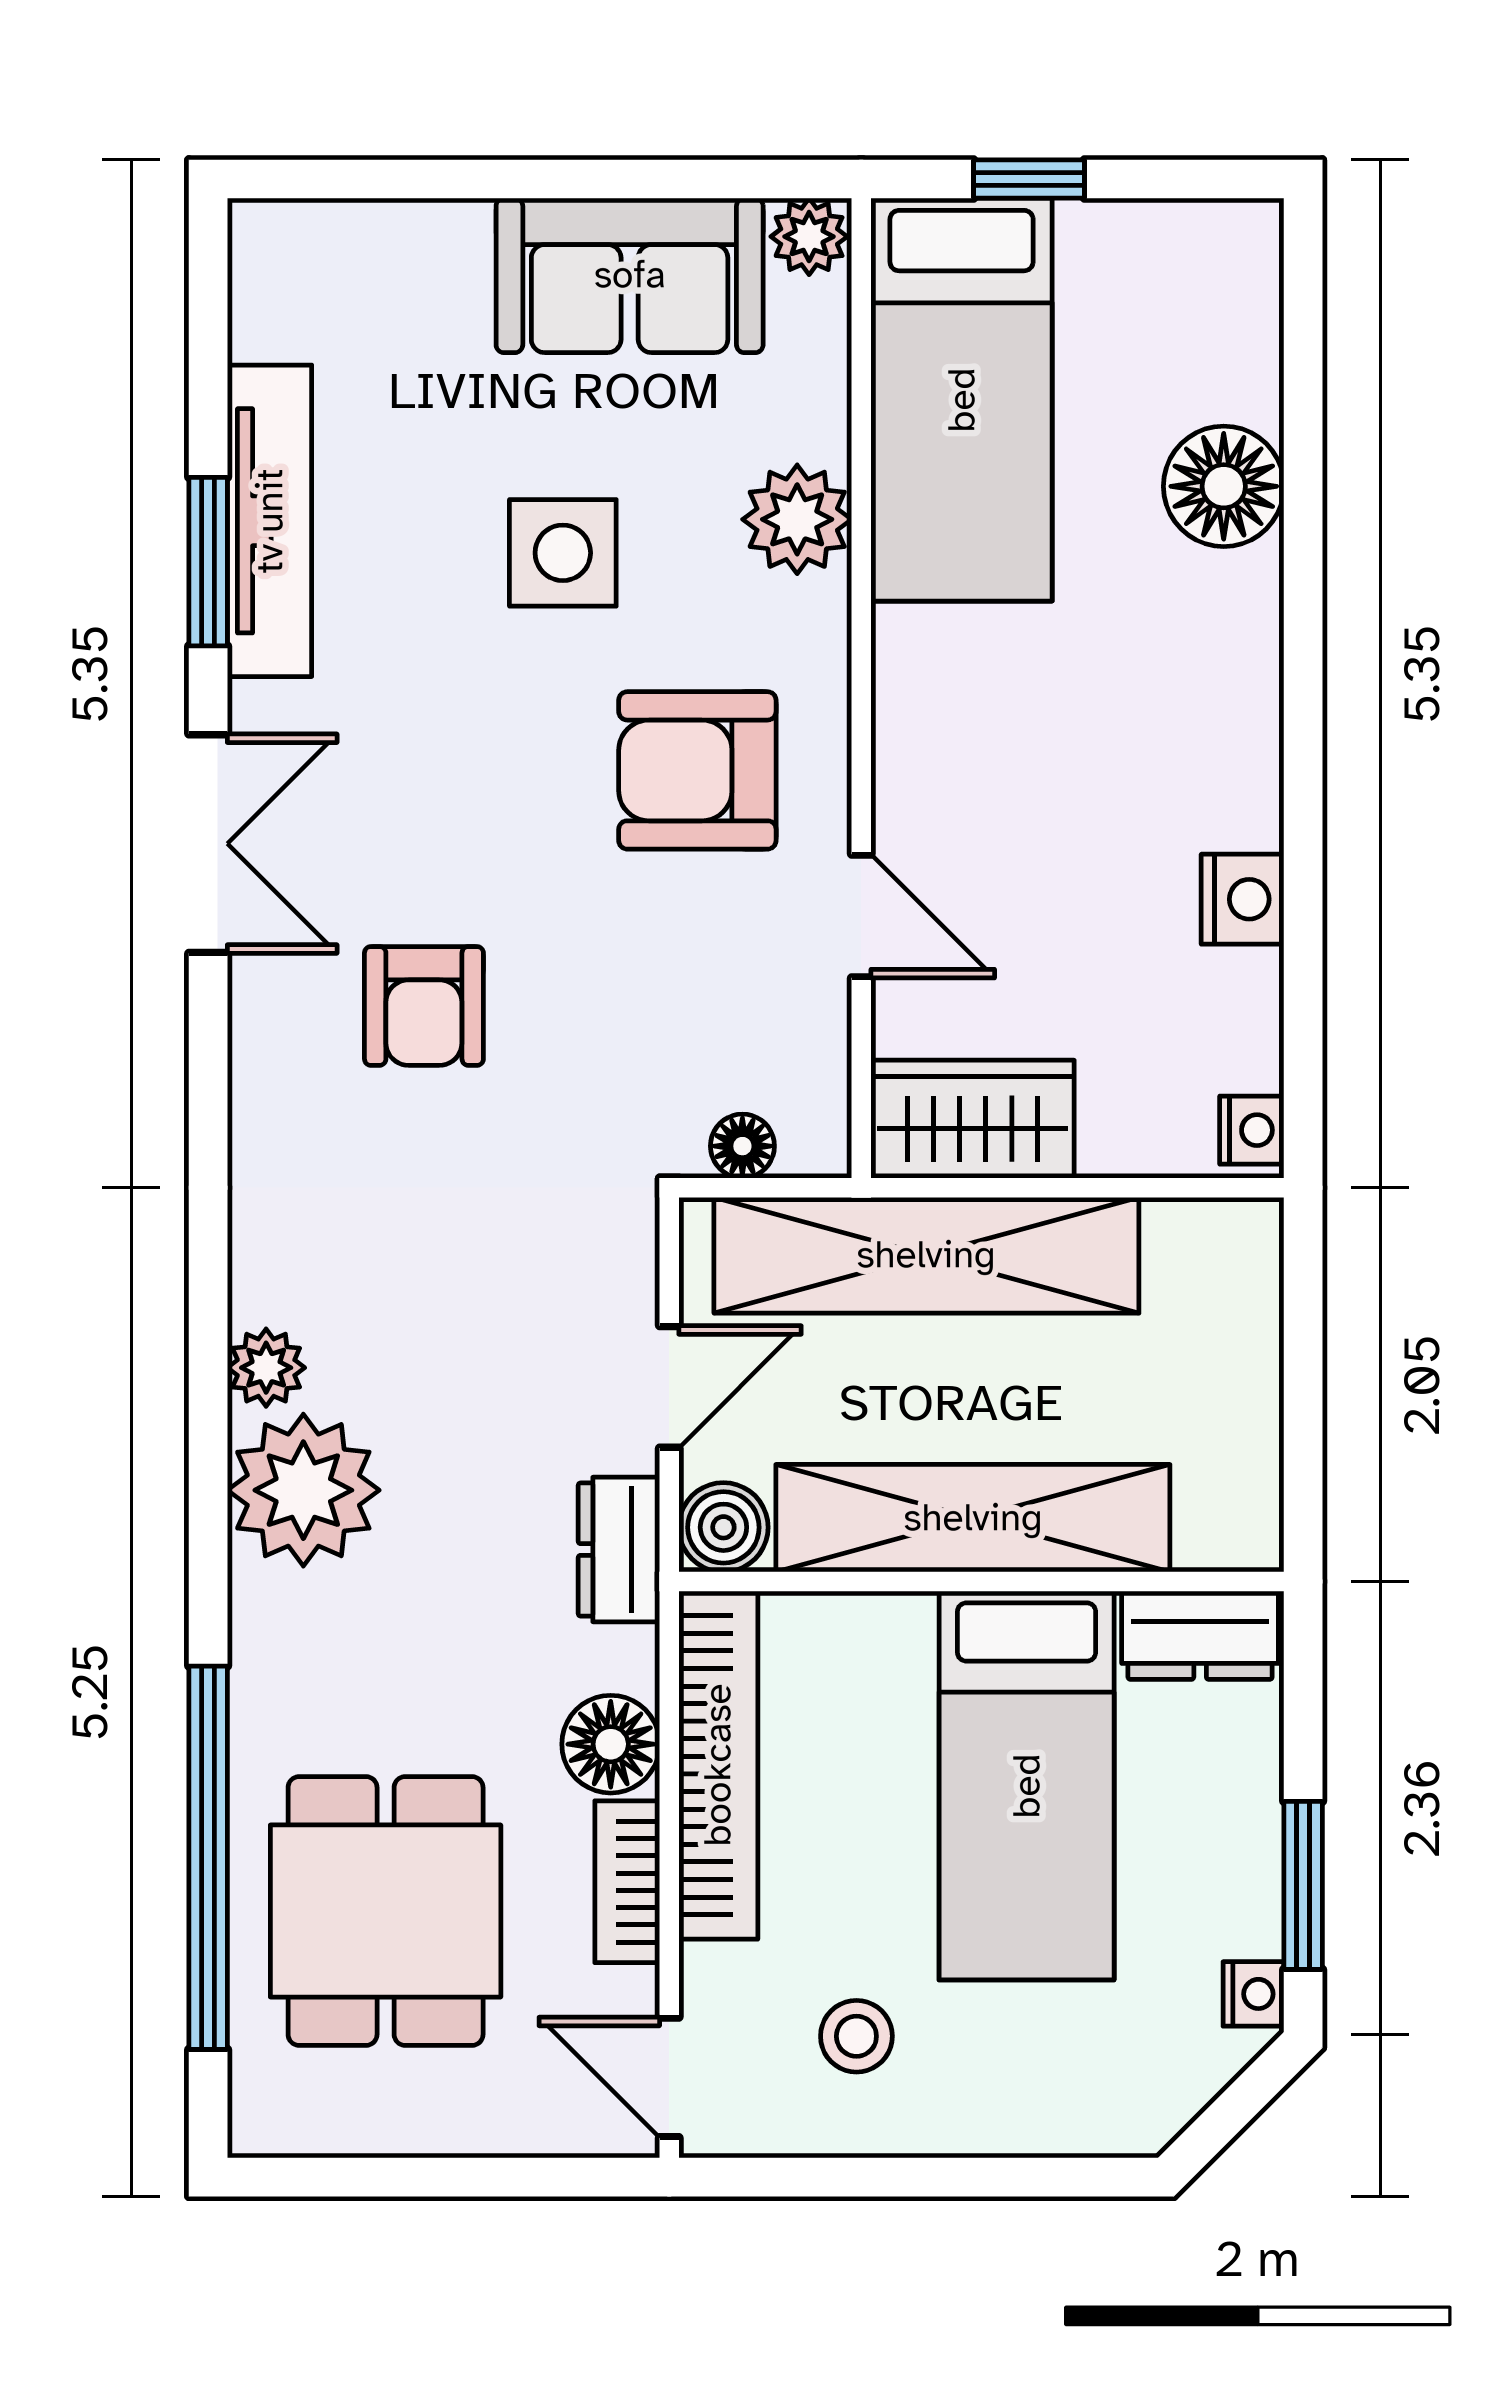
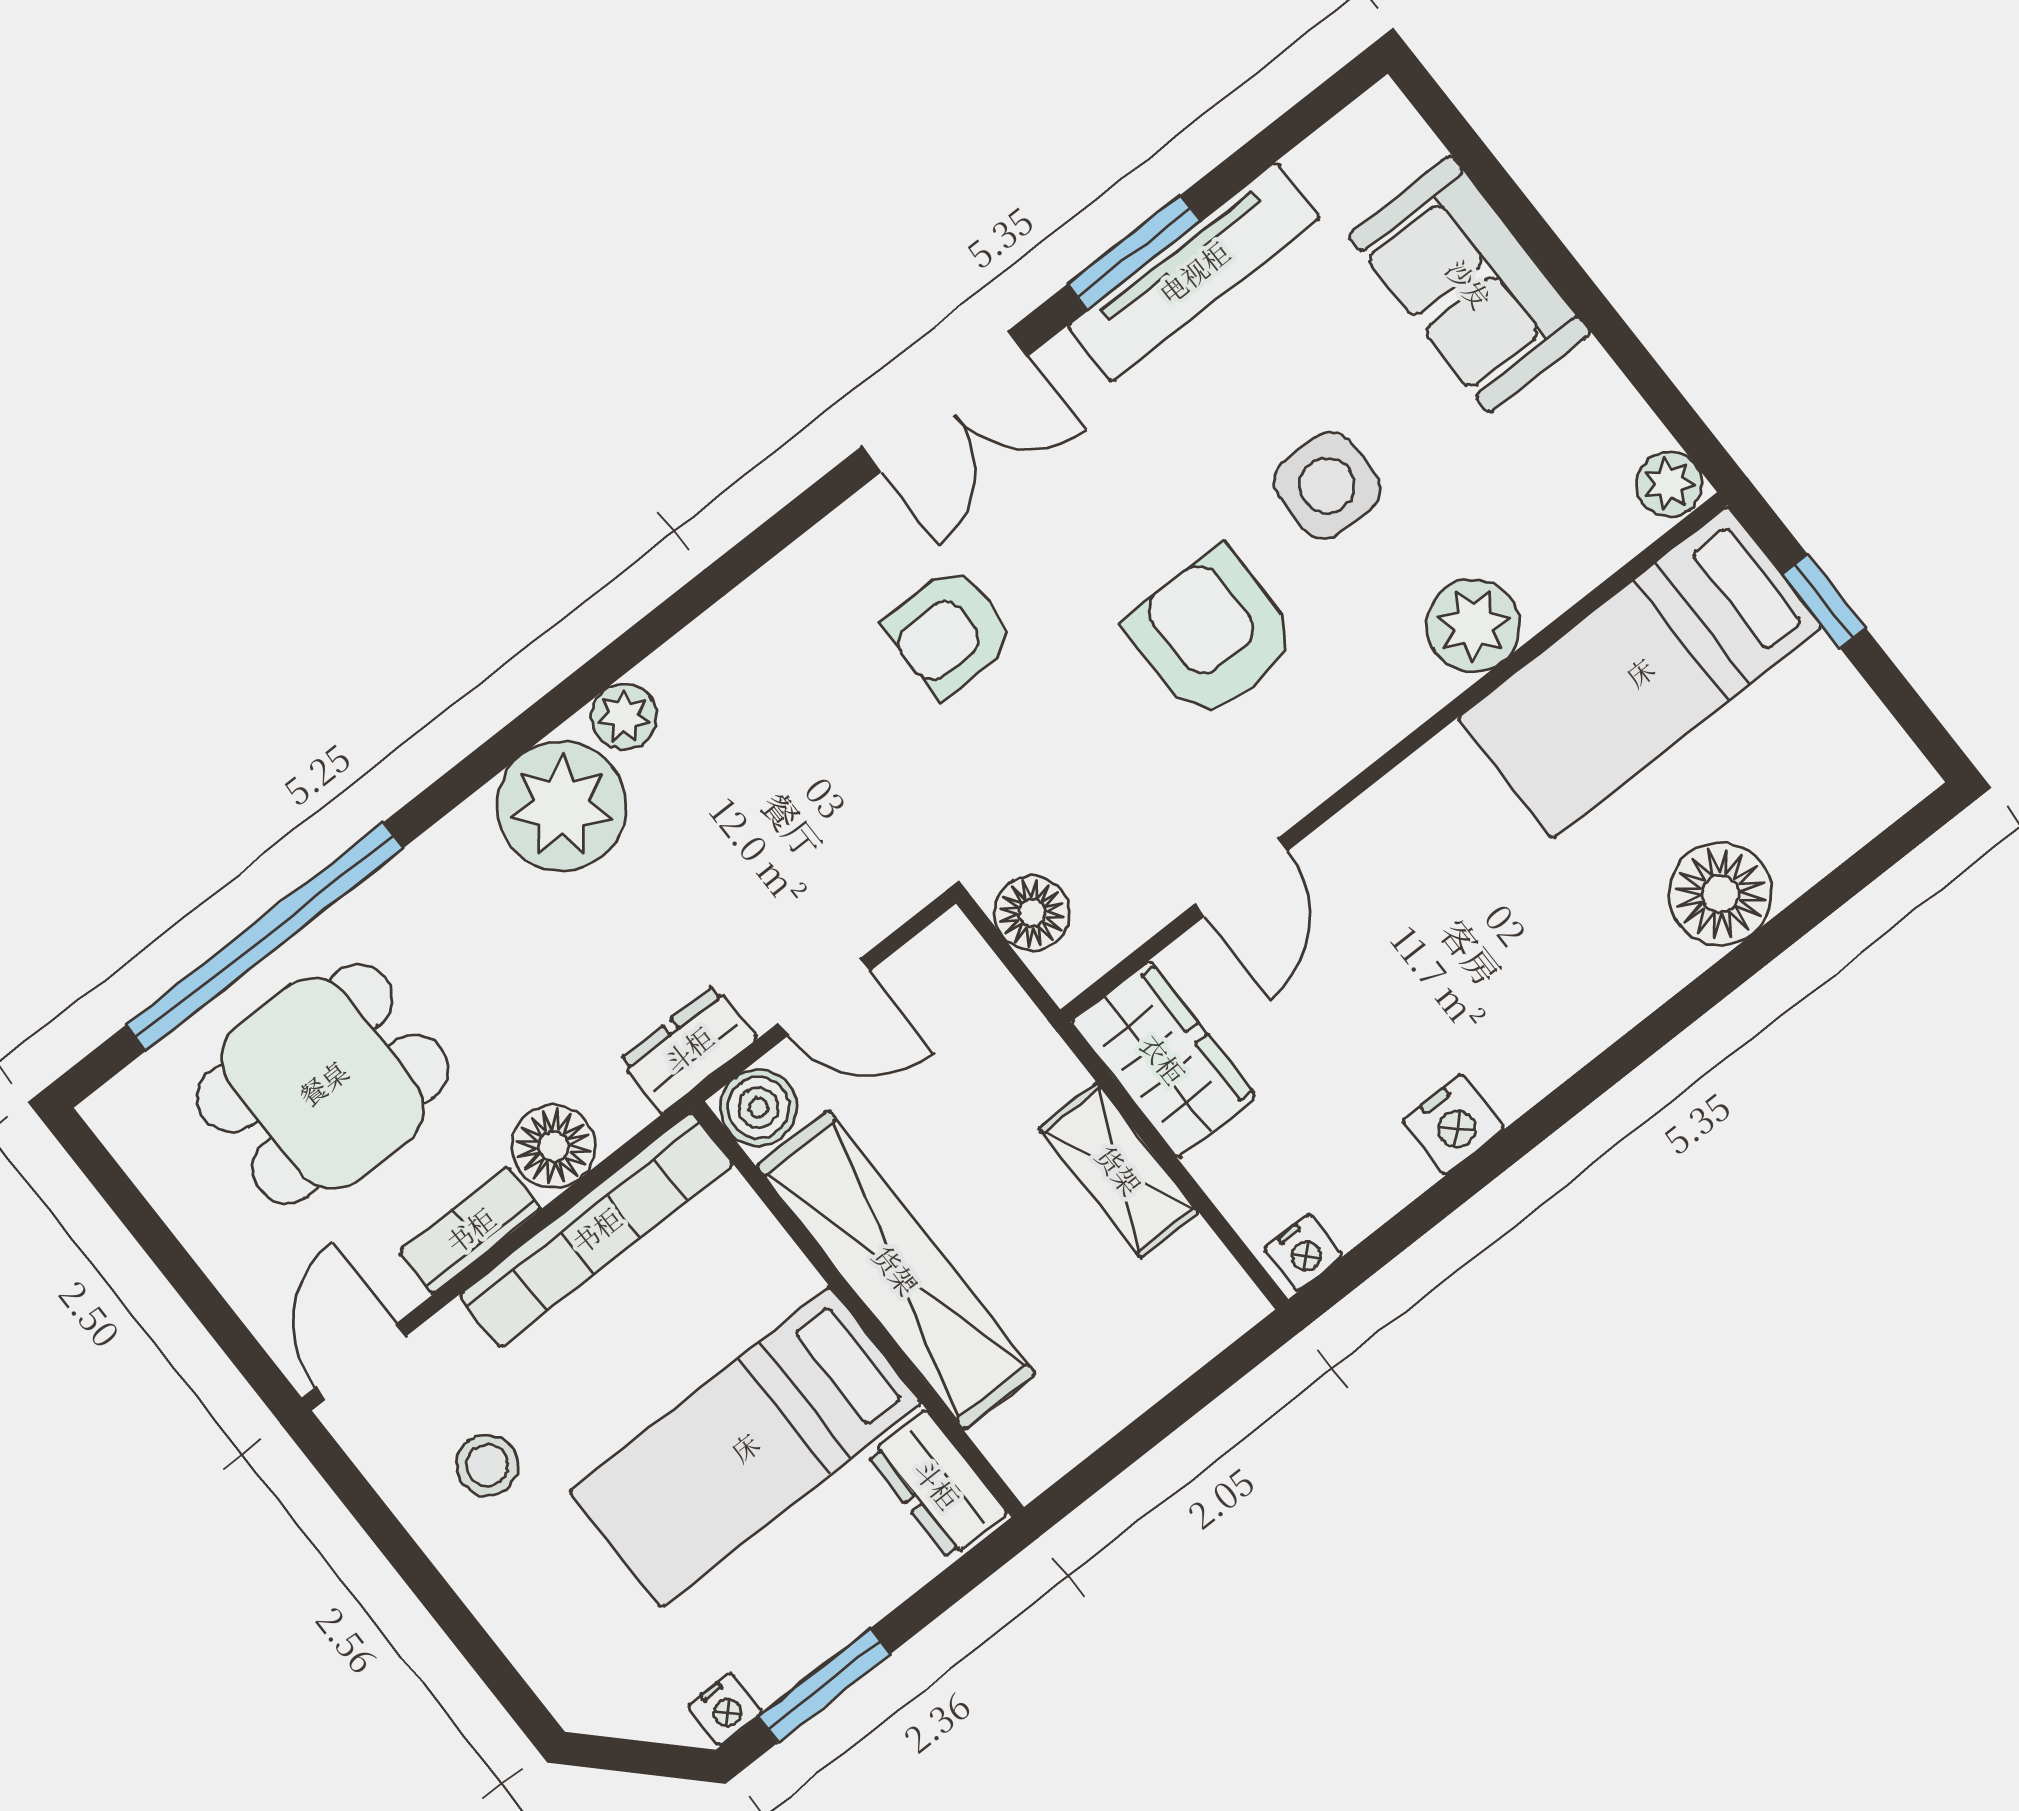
sofa: (630, 275) -> (1469, 284), moved
armchair: (697, 770) -> (1212, 634), moved
floor lamp: (742, 1146) -> (1032, 913), width x1.37, depth x1.37
shelving: (926, 1255) -> (1119, 1170), width x0.45, depth x0.75

